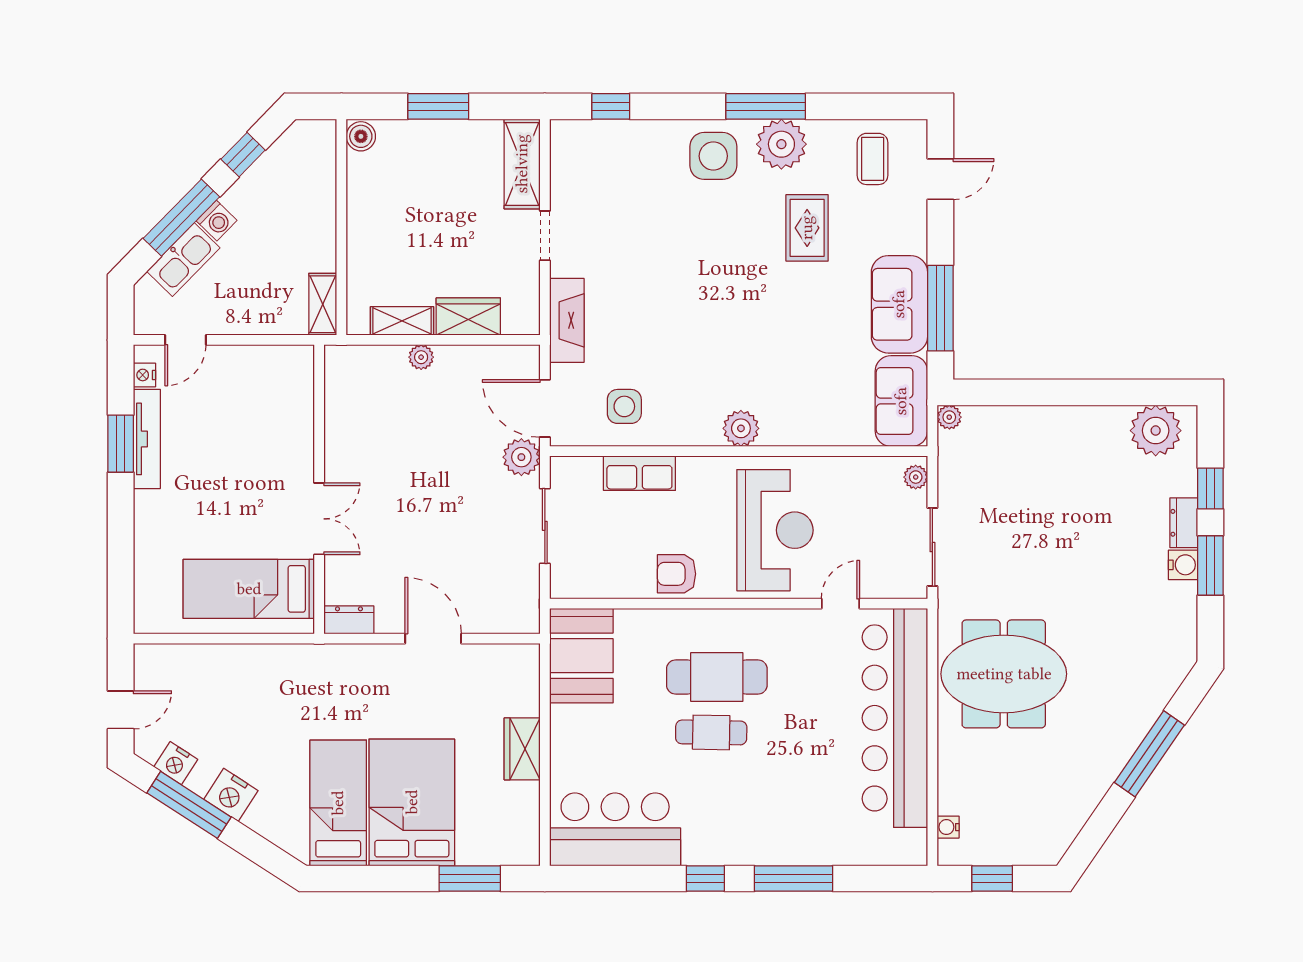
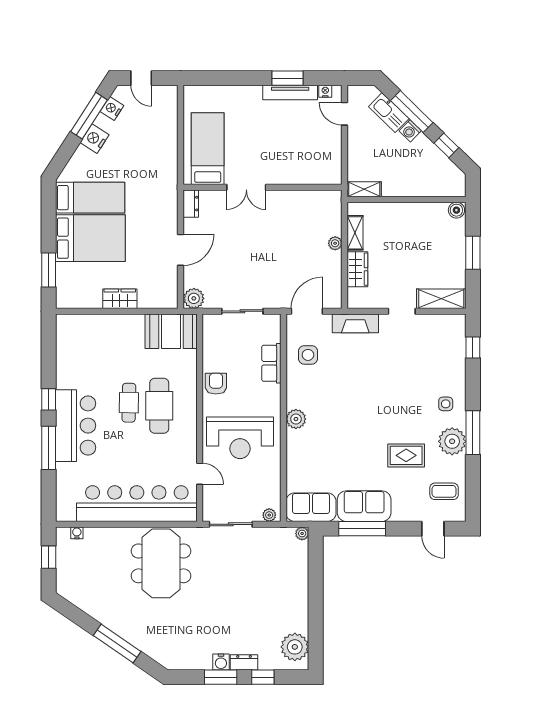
side table: (713, 156) -> (446, 404), width x0.54, depth x0.54
plant: (521, 457) -> (194, 298), moved
bar counter: (615, 829) -> (76, 426), moved

